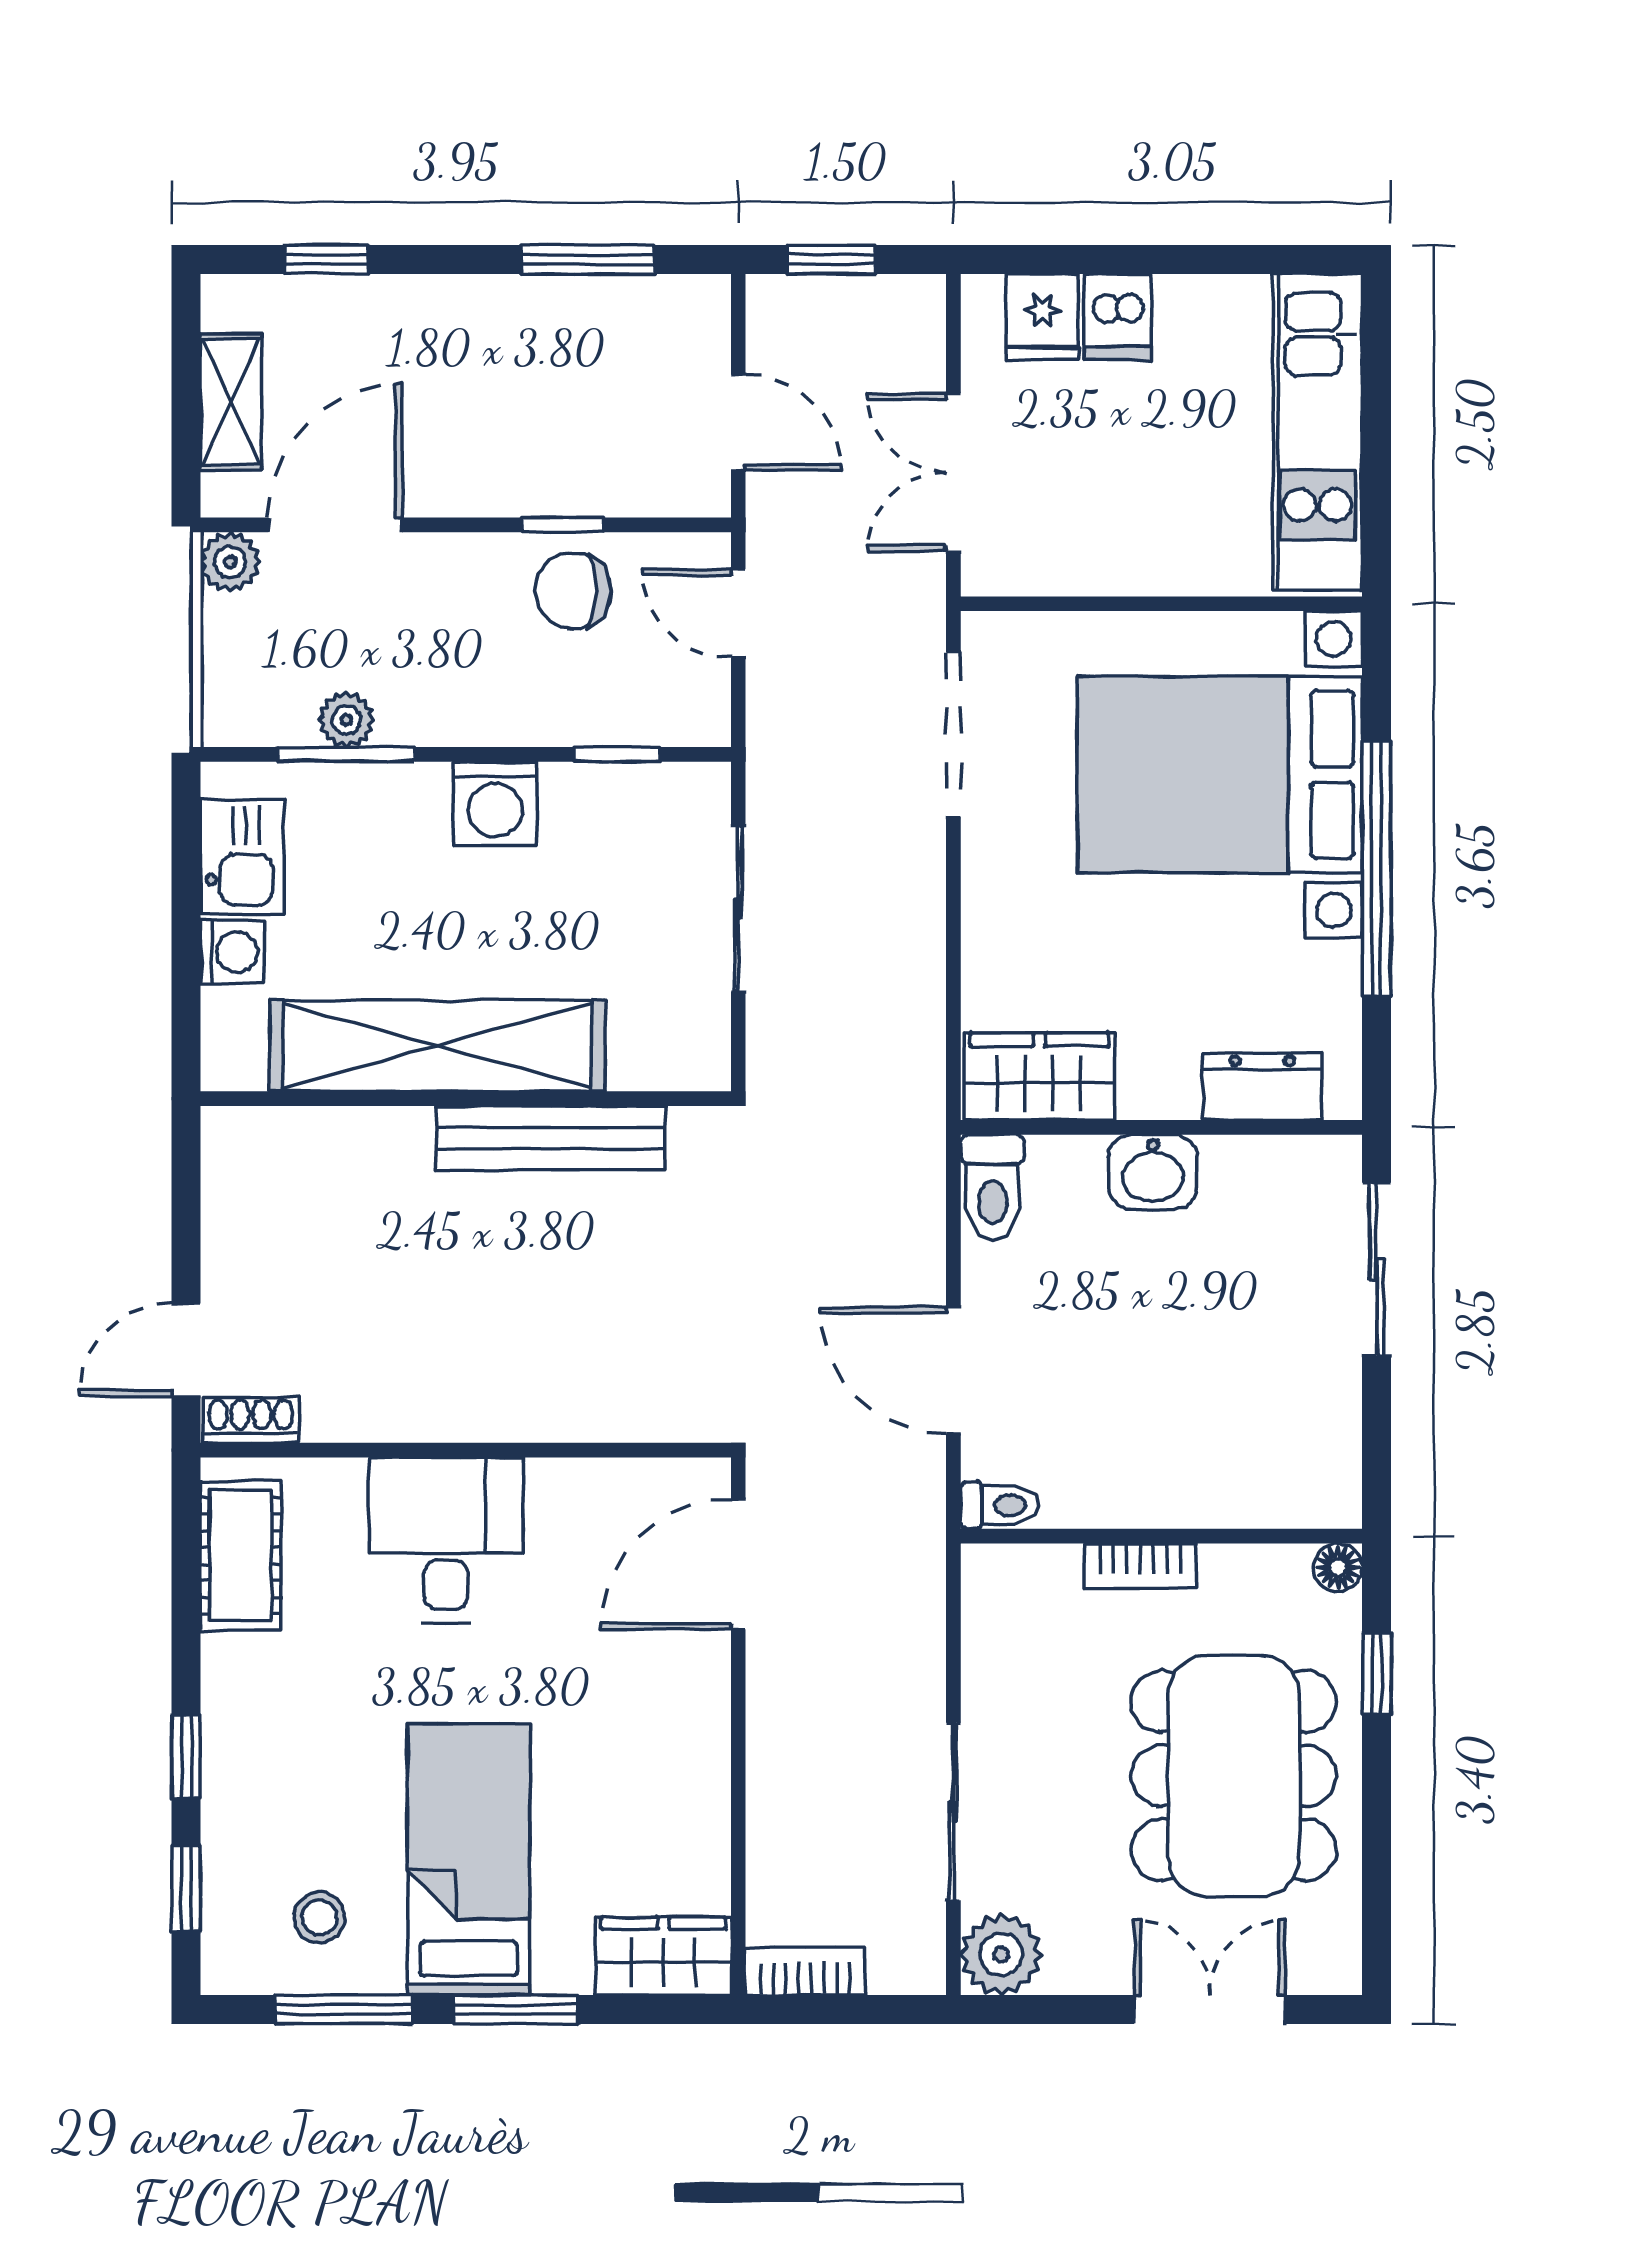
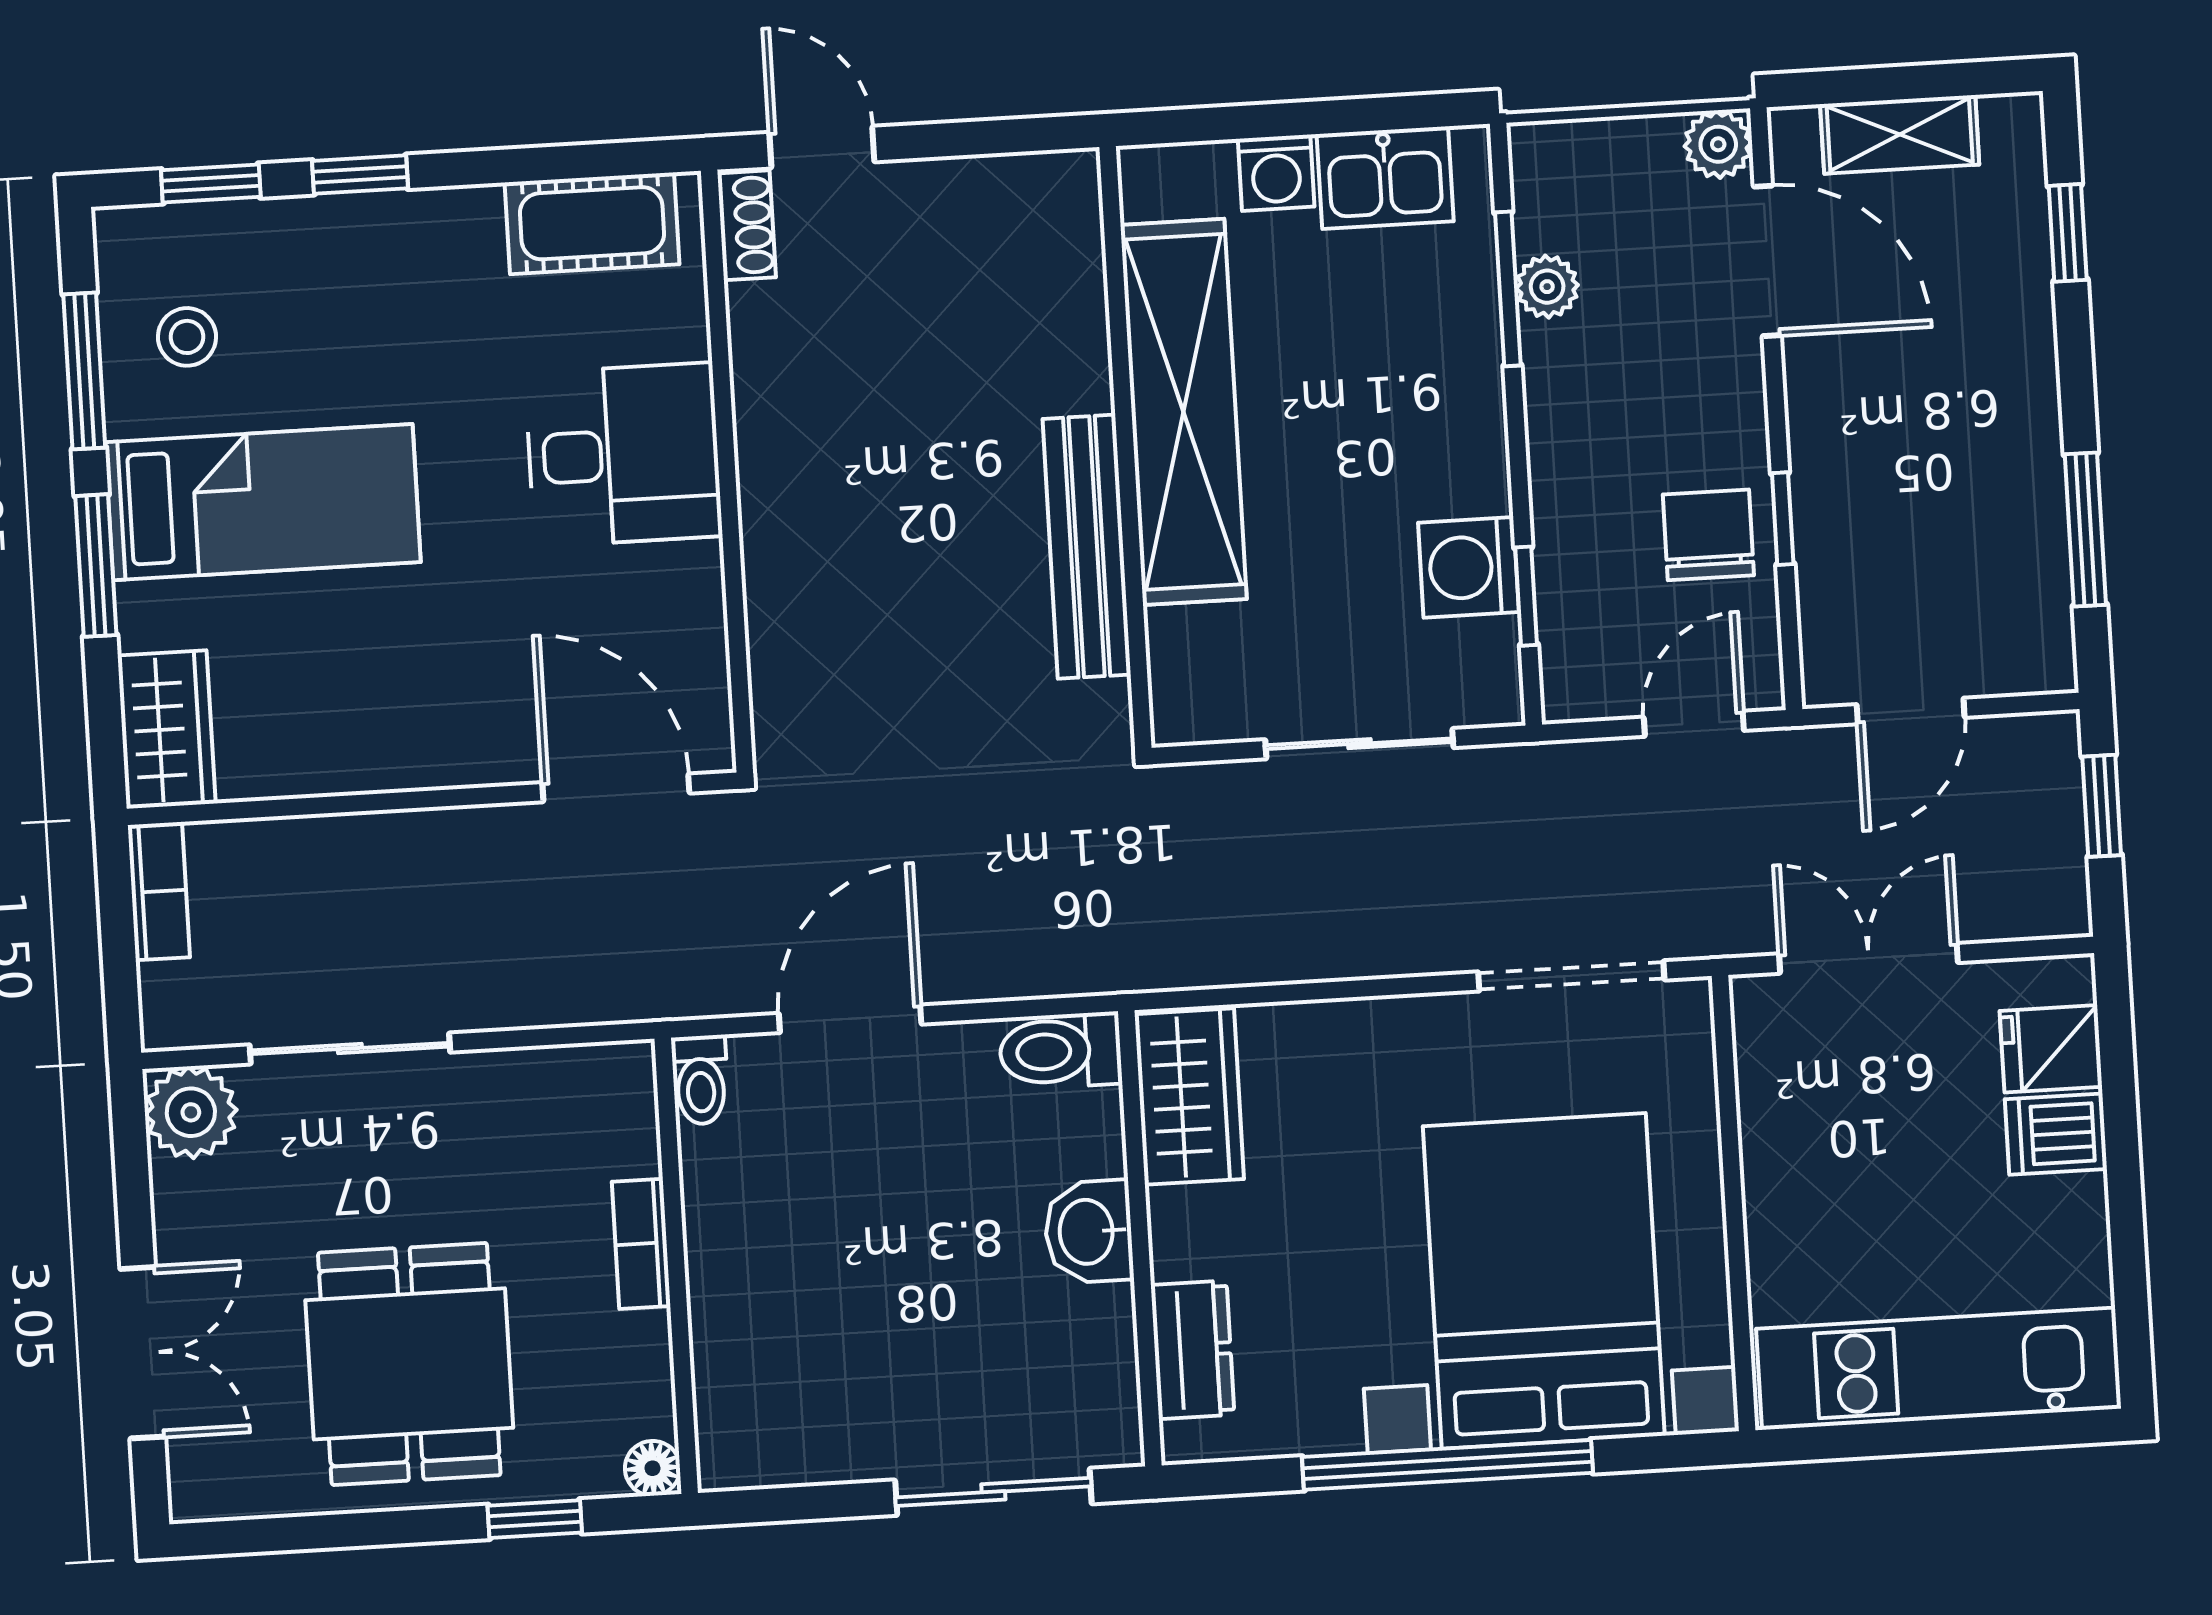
washing machine: (495, 804) -> (1468, 567), moved
dining table: (1234, 1776) -> (409, 1364), width x0.73

